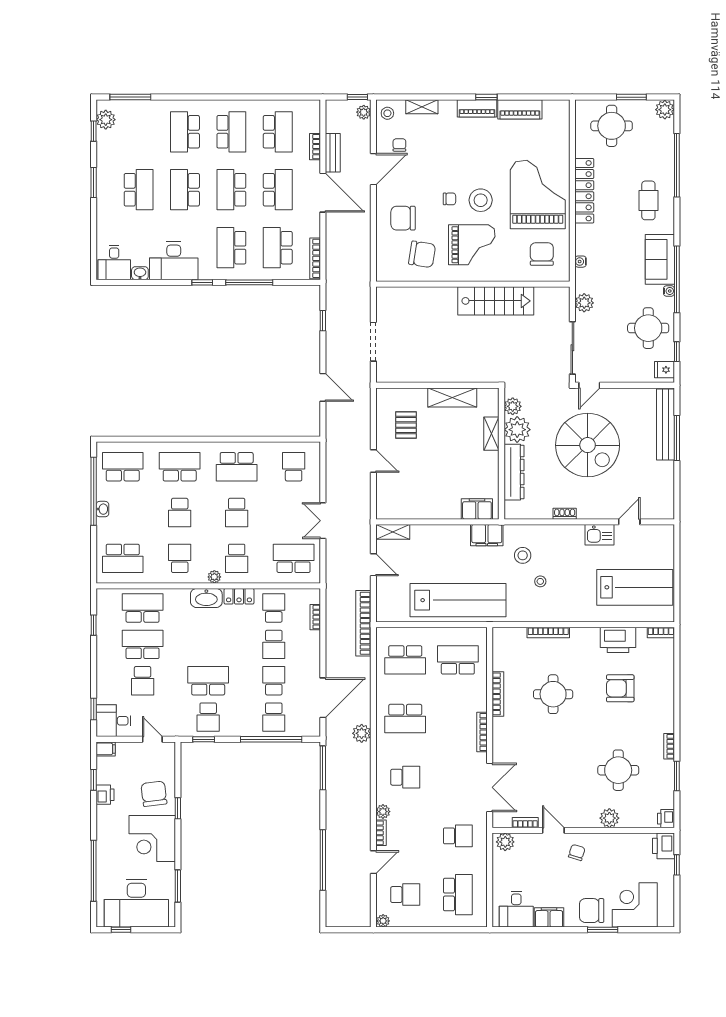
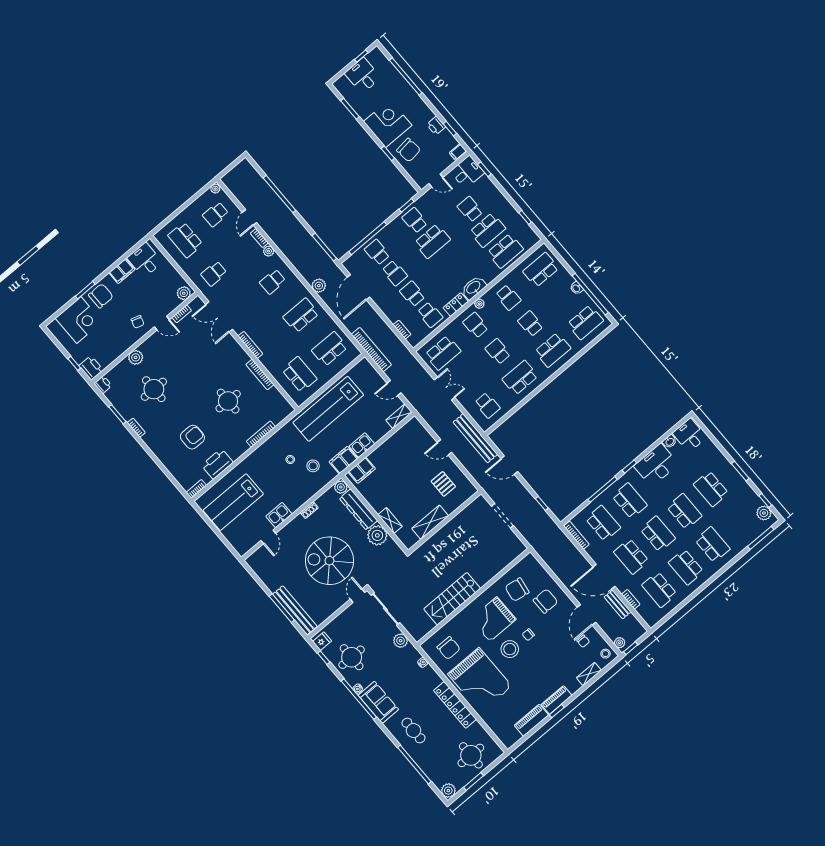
plant: (513, 406) -> (341, 487), moved
bench: (334, 444) -> (475, 438), added
kitchen sink: (455, 535) -> (362, 445), added
school desk: (458, 660) -> (299, 374), turned -90
desk: (136, 903) -> (363, 76), width x0.53, depth x0.77

